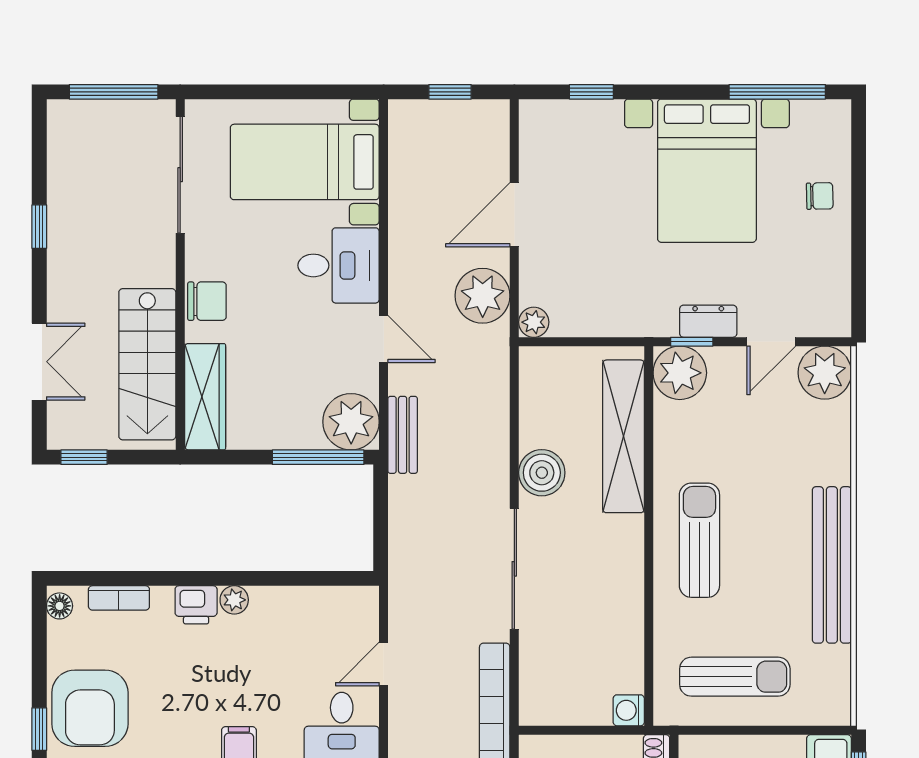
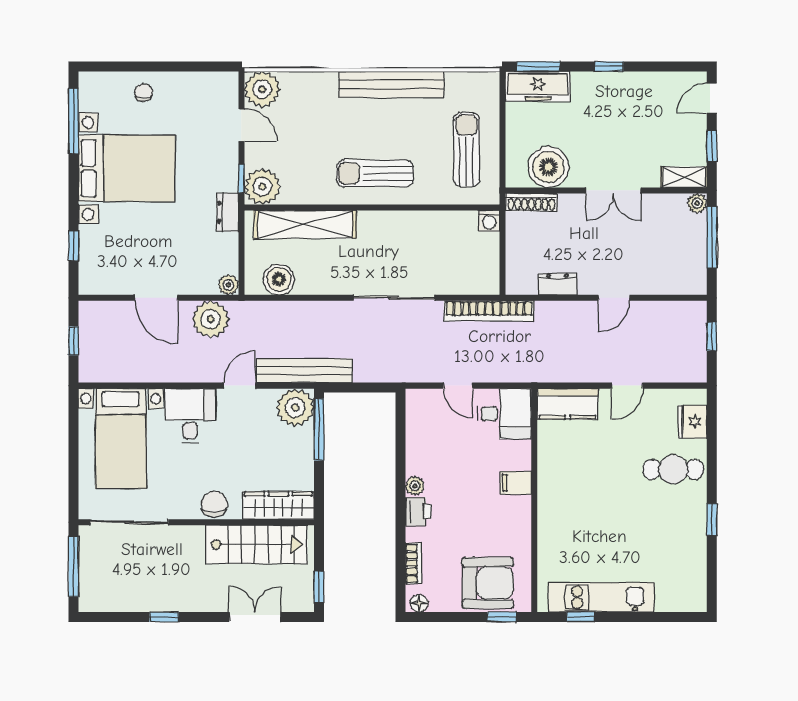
dresser: (708, 321) -> (228, 212), moved
bench: (403, 435) -> (304, 371), width x1.86, depth x1.21
boiler: (542, 473) -> (279, 279), moved

